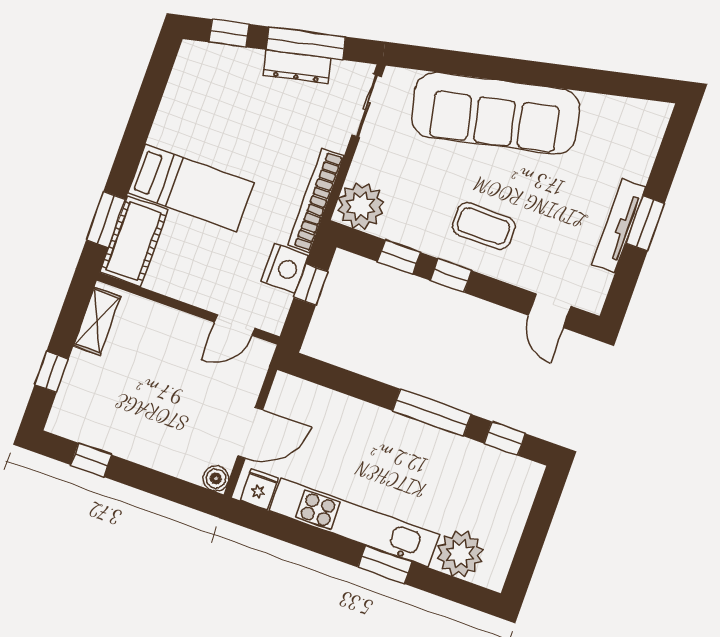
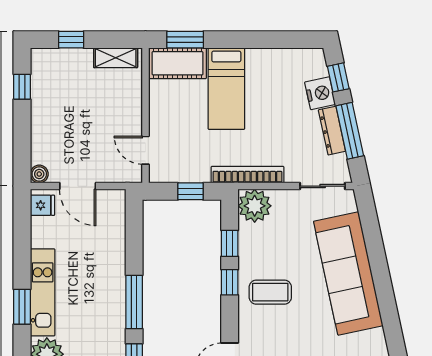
coffee table: (484, 226) -> (270, 292), turned 90
nightstand: (285, 268) -> (320, 93), moved, turned -102
kitchen unit: (354, 523) -> (43, 292), width x0.73

